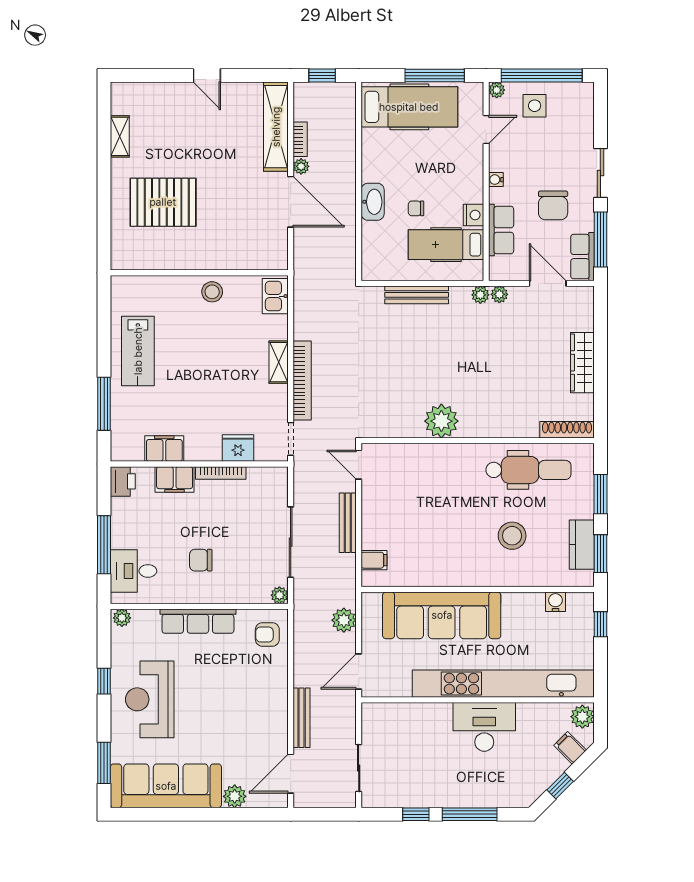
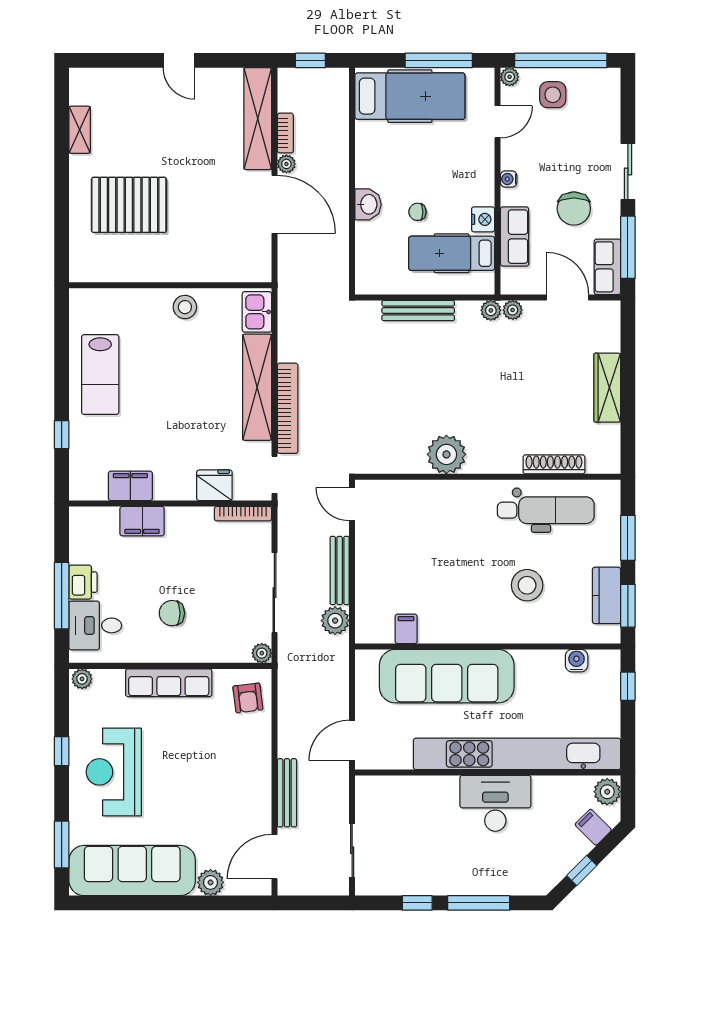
washbasin: (373, 202) -> (368, 204), width x0.72
shelving: (279, 362) -> (257, 387), width x2.20, depth x1.33
window: (104, 404) -> (62, 435), width x0.46
shoe rack: (567, 430) -> (554, 464), moved
bookcase: (221, 473) -> (243, 514), moved
printer: (123, 481) -> (83, 582), moved
filing cabinet: (374, 560) -> (406, 629), moved, turned -90
plant: (344, 620) -> (335, 621), moved
armchair: (267, 634) -> (248, 698), turned -97

